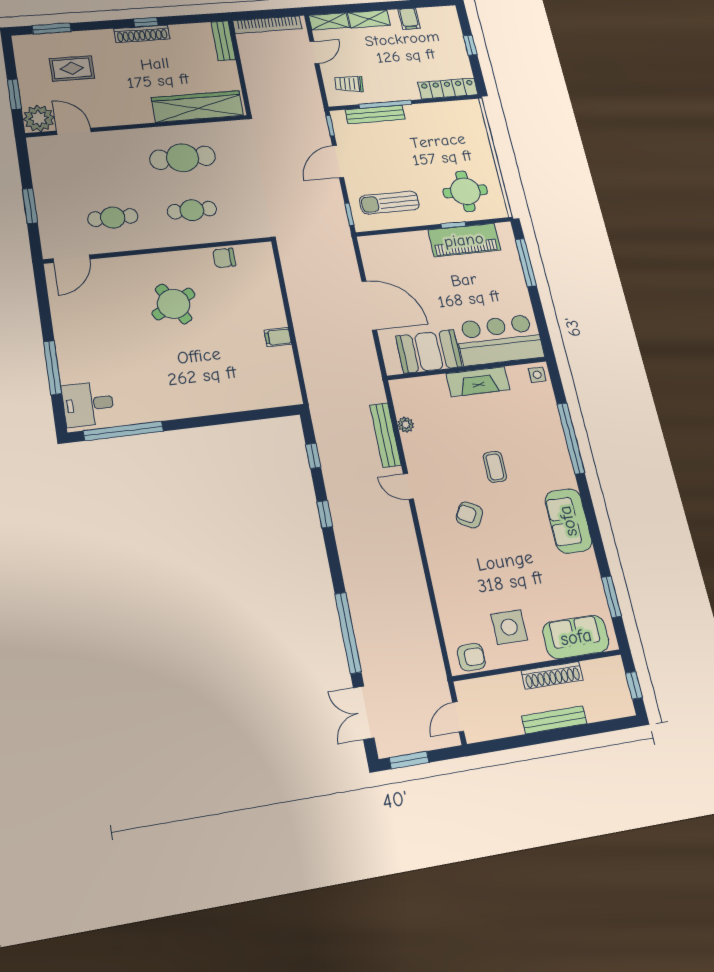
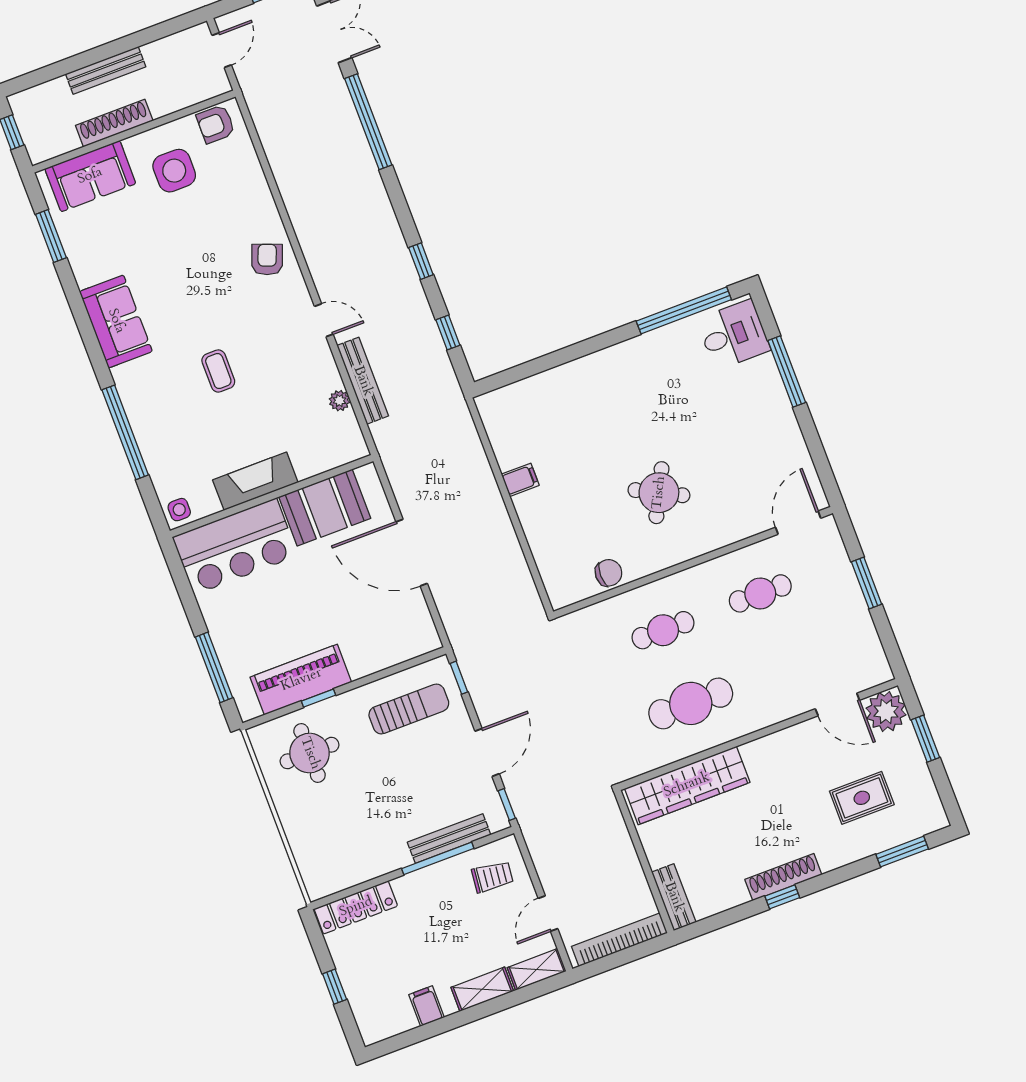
round table: (174, 304) -> (659, 493), turned -34
armchair: (469, 515) -> (267, 260), moved, turned -98

